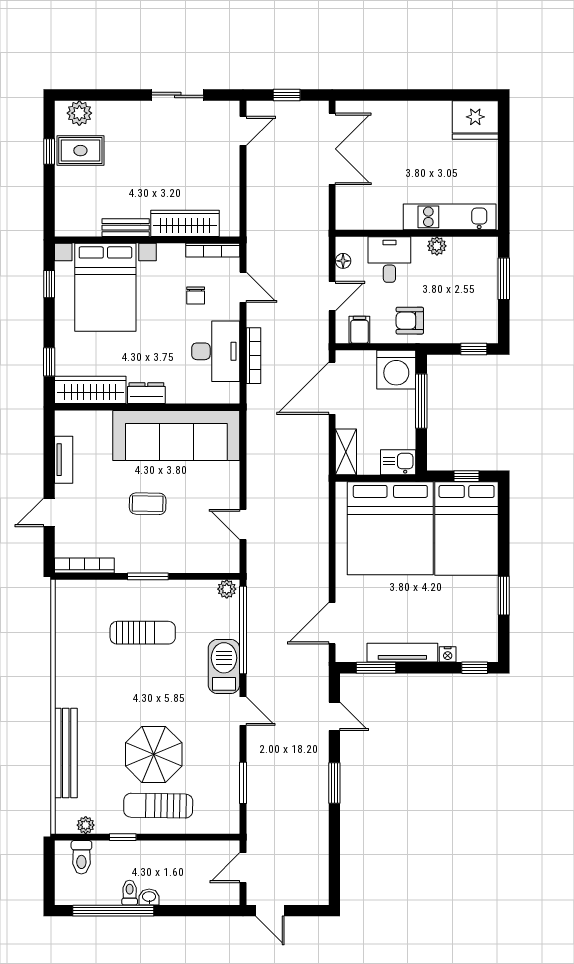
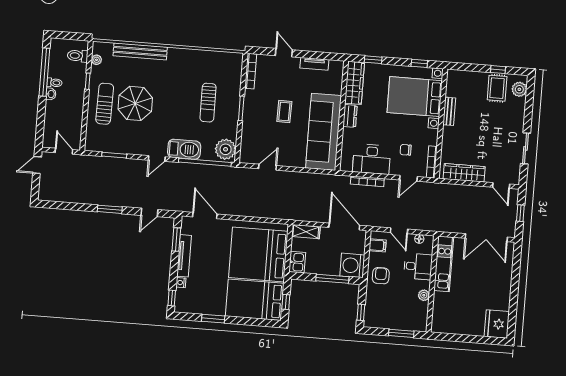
kitchen unit: (450, 217) -> (444, 264), moved
wardrobe: (185, 223) -> (464, 173), moved, turned -90
plant: (227, 589) -> (226, 149), width x1.88, depth x1.88

